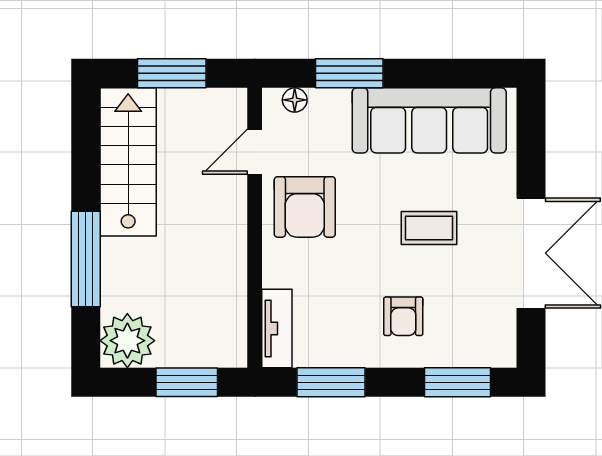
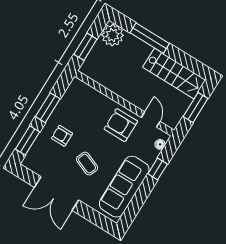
window: (349, 73) -> (158, 169), width x0.67
coffee table: (429, 228) -> (87, 164), turned -68
tv unit: (277, 329) -> (85, 89), removed
window: (331, 382) -> (48, 108), moved

